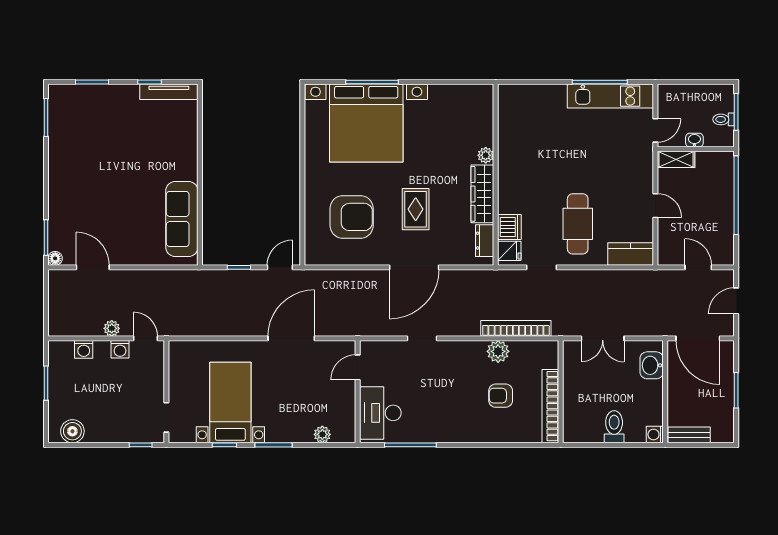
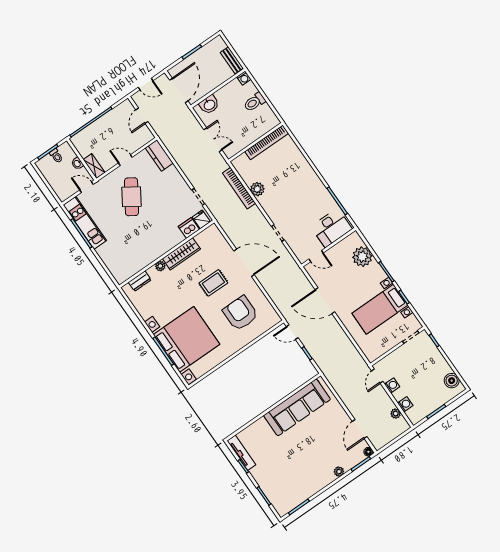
plant: (56, 202) -> (339, 472), added
door: (655, 206) -> (125, 160), hinge flipped
sofa: (182, 219) -> (297, 407), width x1.36, depth x1.27
cafe table: (578, 224) -> (132, 197), moved, turned -57
dresser: (485, 241) -> (140, 281), moved
plant: (112, 328) -> (396, 414), moved
armchair: (501, 396) -> (279, 172), removed
plant: (322, 434) -> (362, 257), width x1.87, depth x1.87

